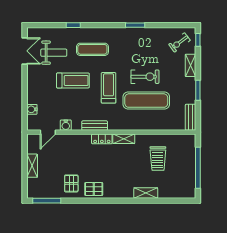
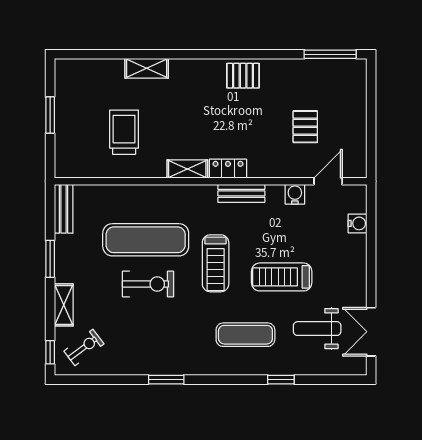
exercise bike: (145, 77) -> (148, 284), turned 180
shelving: (32, 166) -> (357, 119), removed
window: (198, 168) -> (50, 115), width x0.47
pallet: (71, 183) -> (305, 127), moved

